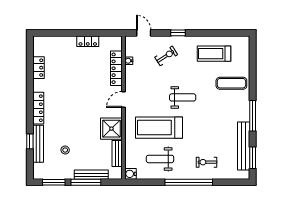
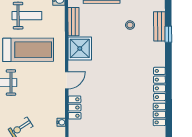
locker: (116, 68) -> (75, 108), width x0.66
locker: (38, 108) -> (159, 84), moved
bench: (38, 144) -> (159, 26), width x0.73

